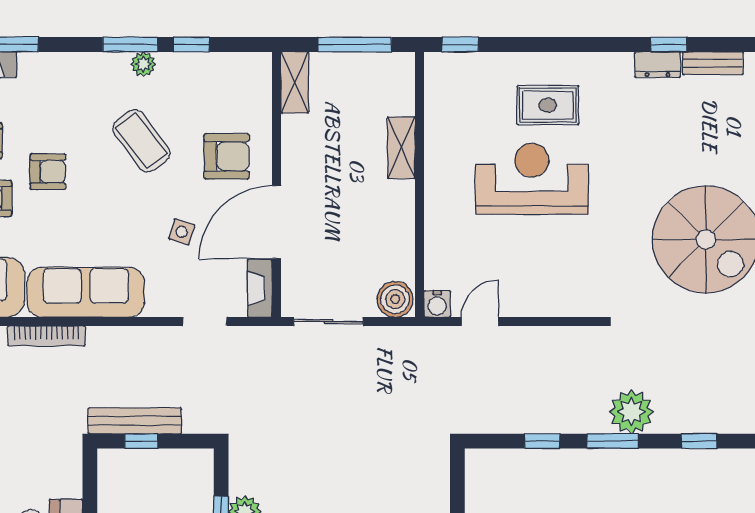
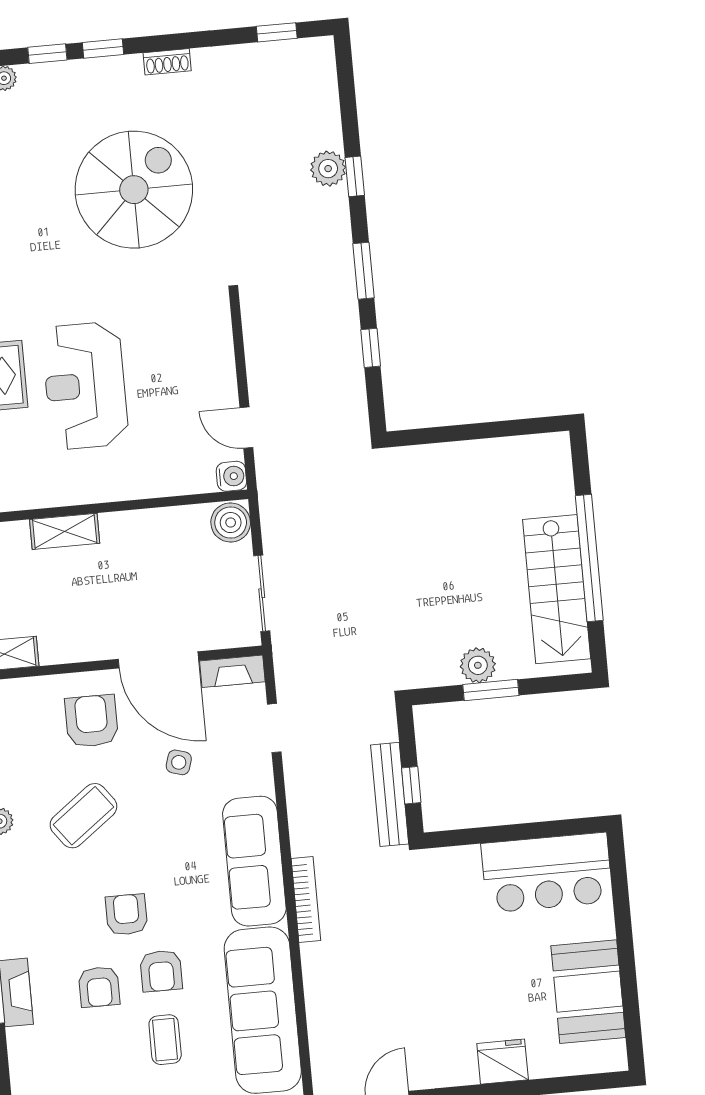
plant: (631, 412) -> (328, 169), moved, width x0.73, depth x0.73

